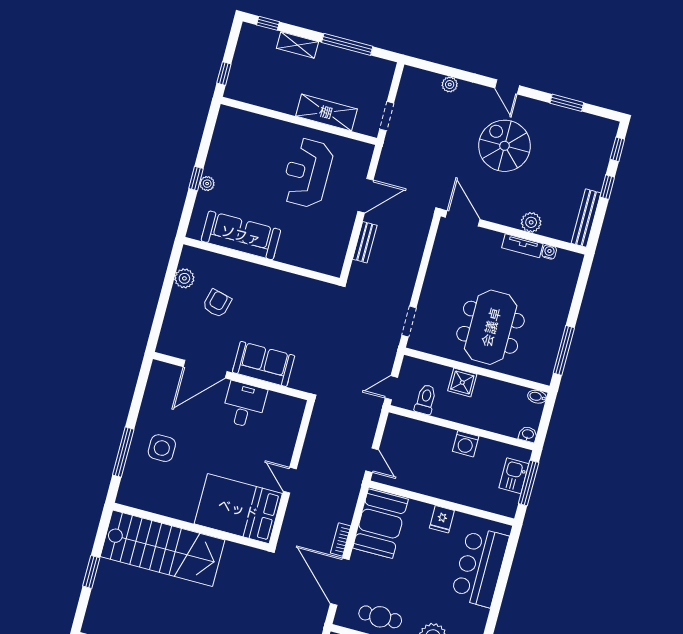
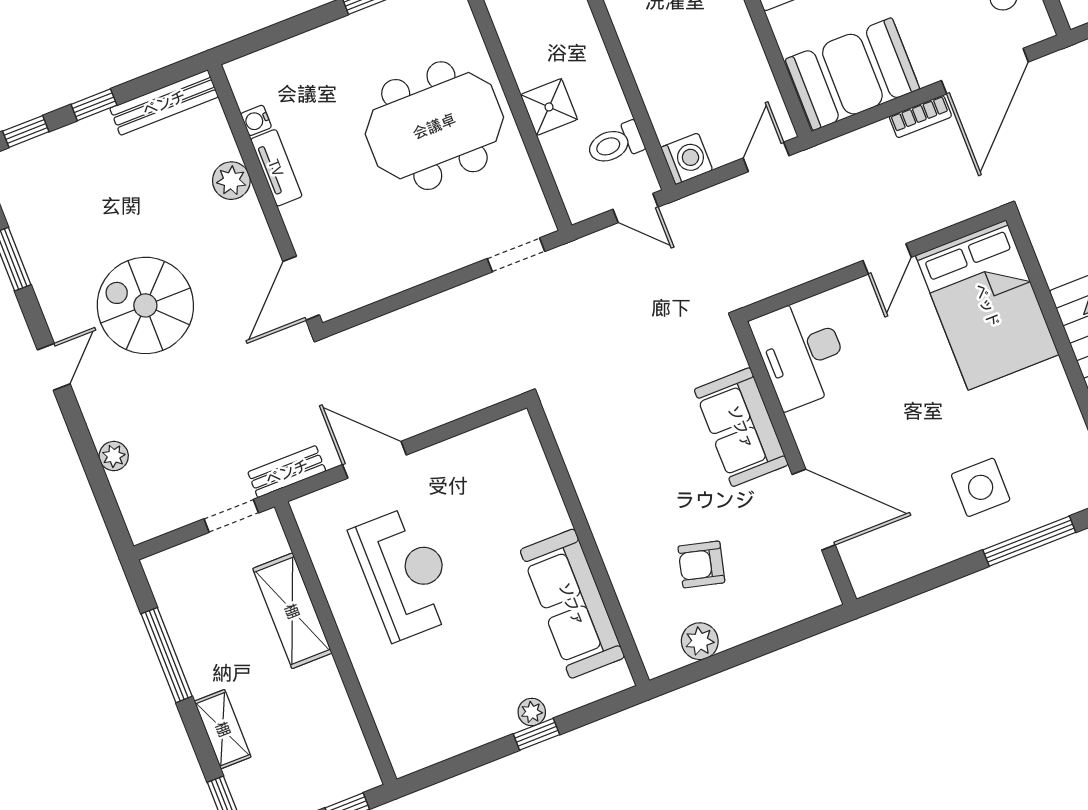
spiral stairs: (505, 146) -> (145, 305), turned 90
reception desk: (307, 173) -> (405, 573), turned -90
bench: (365, 242) -> (287, 472), moved
desk: (244, 405) -> (801, 353), moved, width x1.37
washing machine: (466, 444) -> (687, 159), moved

